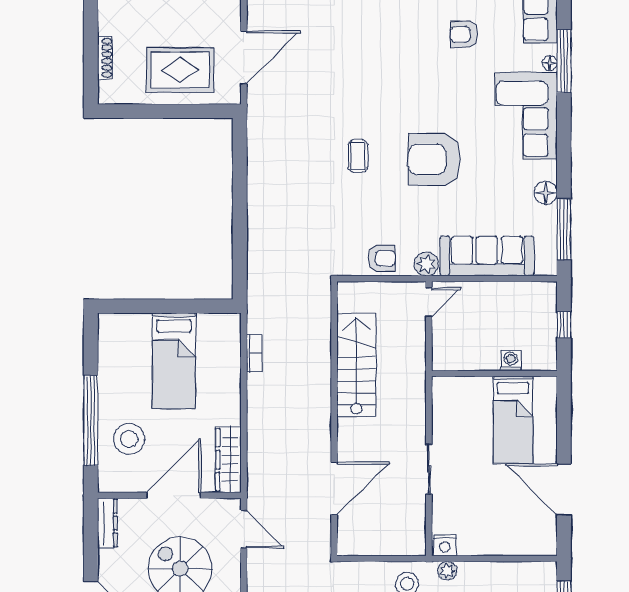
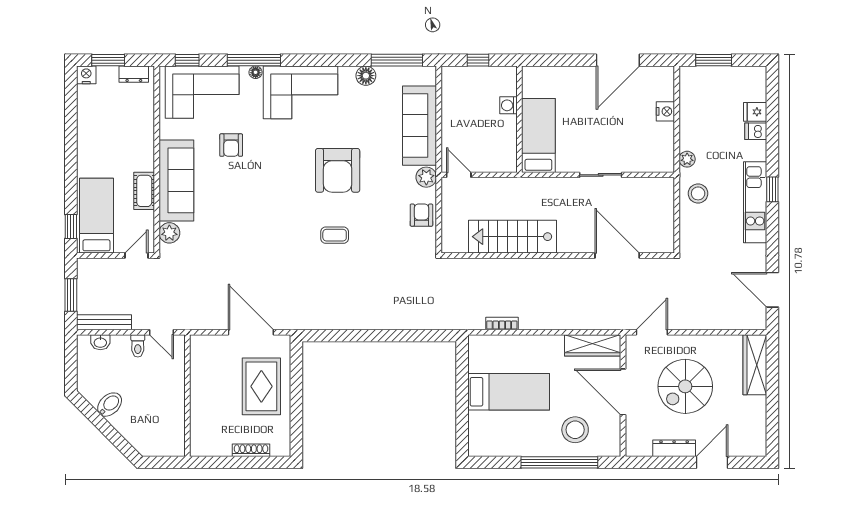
bed: (513, 420) -> (538, 136), moved, turned -90
dresser: (107, 523) -> (674, 448), moved
nightstand: (445, 545) -> (665, 111), moved

